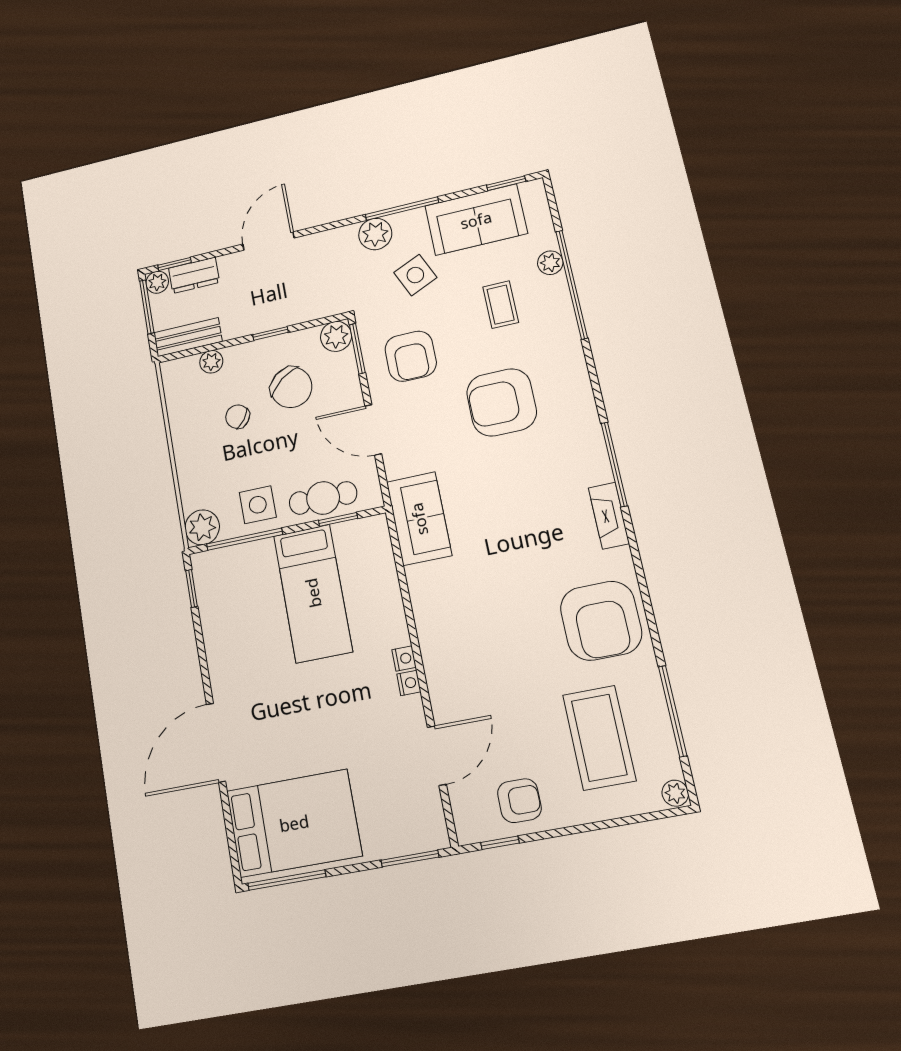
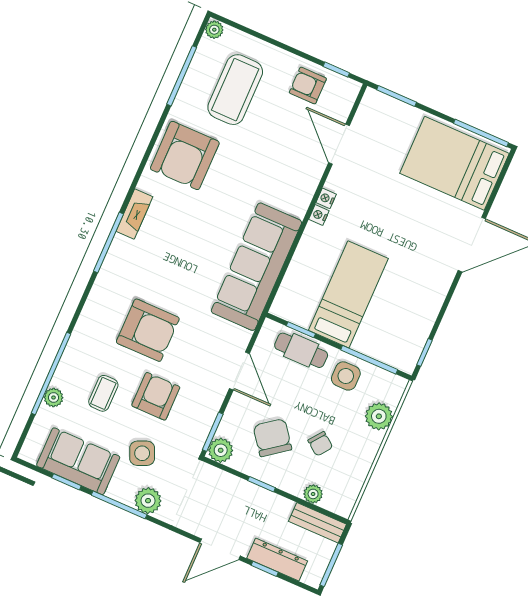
window: (506, 183) -> (66, 482), moved
window: (175, 264) -> (265, 569), moved
dresser: (194, 275) -> (277, 560), width x1.44
plant: (157, 282) -> (313, 577), removed
armchair: (411, 356) -> (156, 396), moved
sofa: (419, 519) -> (256, 267), width x1.85, depth x1.27
plant: (202, 527) -> (379, 416), moved
armchair: (601, 621) -> (185, 155), turned 180
door: (437, 756) -> (339, 144), hinge flipped

